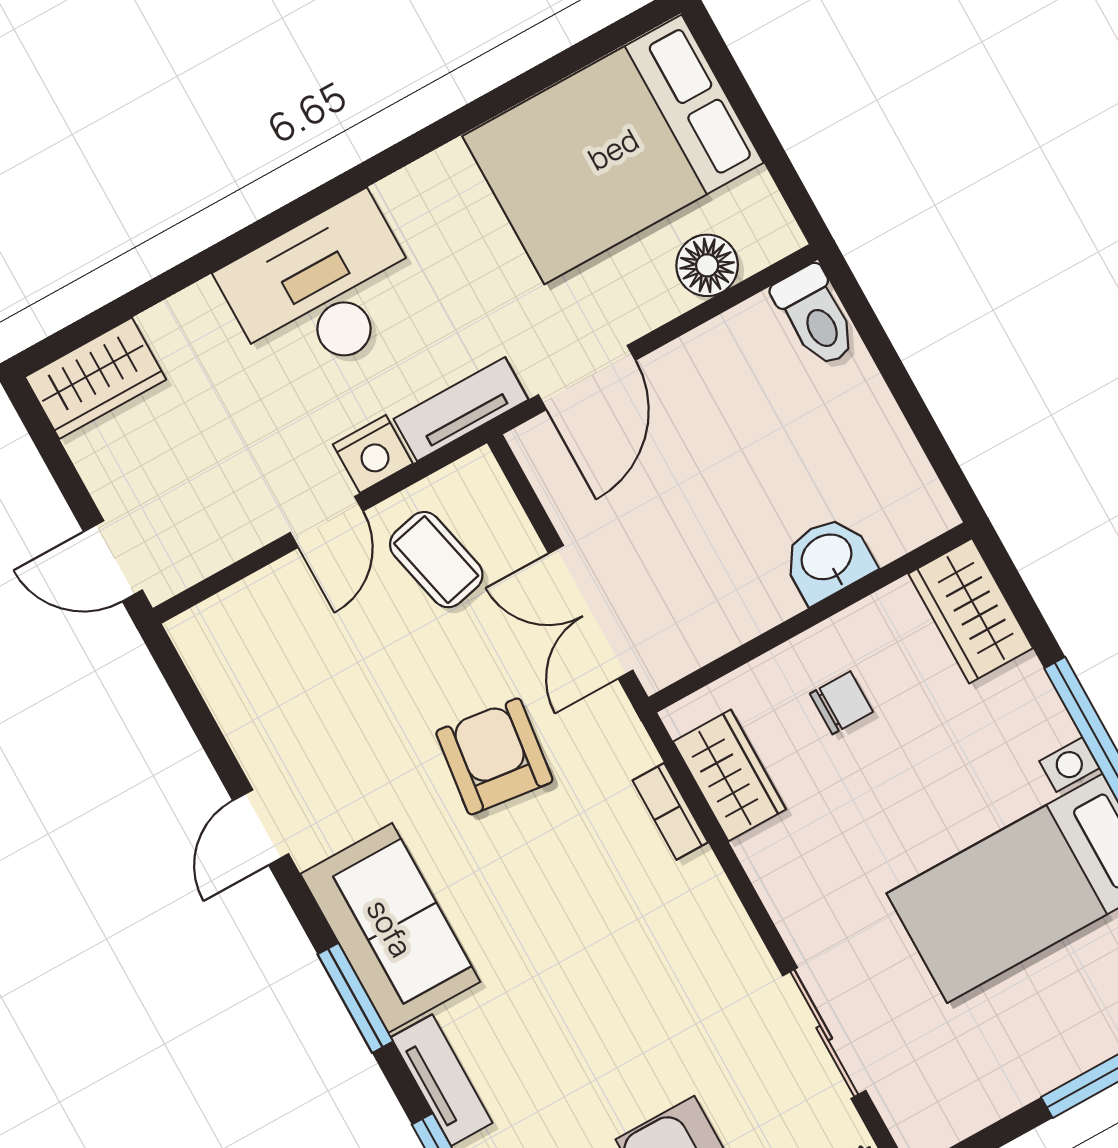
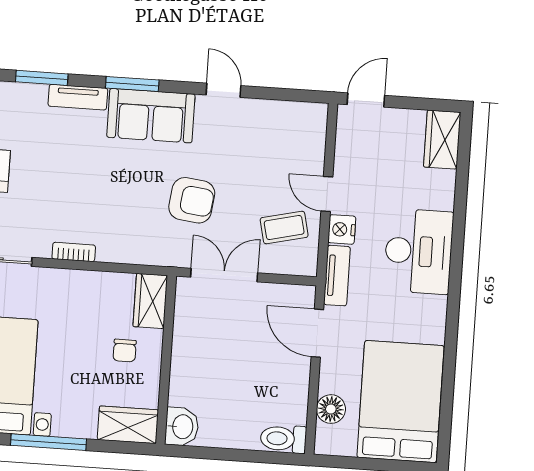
washbasin: (827, 559) -> (182, 427), moved
wardrobe: (730, 775) -> (150, 301), moved, turned 90
bookcase: (670, 811) -> (74, 252), moved

